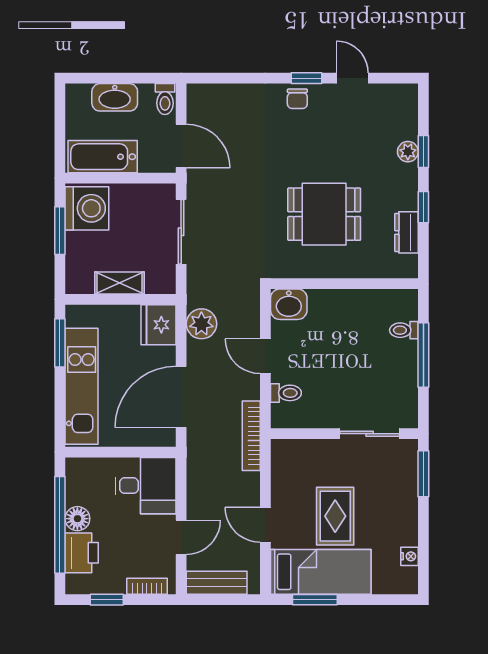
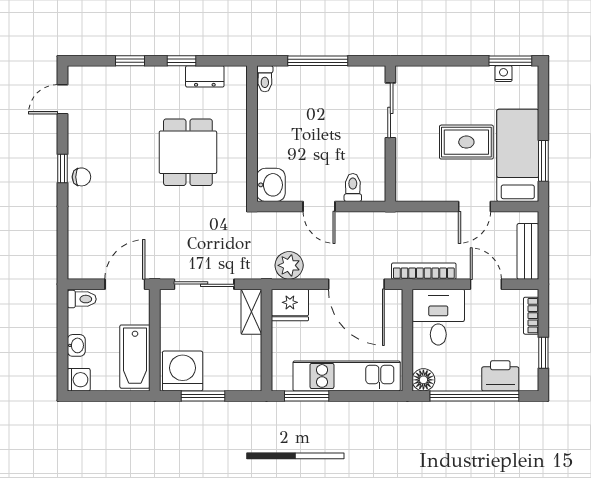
door: (352, 78) -> (62, 99), moved
washing machine: (78, 96) -> (79, 380), added
washbasin: (115, 97) -> (76, 345), width x0.52, depth x0.69
plant: (408, 152) -> (130, 75), removed
shelving: (120, 283) -> (251, 312), moved
toilet: (404, 330) -> (265, 79), moved
door: (265, 356) -> (319, 206), hinge flipped
bookcase: (251, 436) -> (424, 271), moved, turned 180
window: (423, 474) -> (510, 61), moved
floor lamp: (77, 519) -> (423, 380), moved

